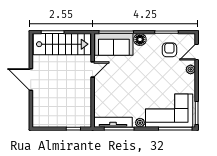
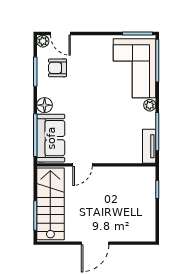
plant: (191, 69) -> (43, 41), moved
door: (93, 70) -> (82, 165), swing flipped
tv unit: (113, 122) -> (149, 146), width x0.71

